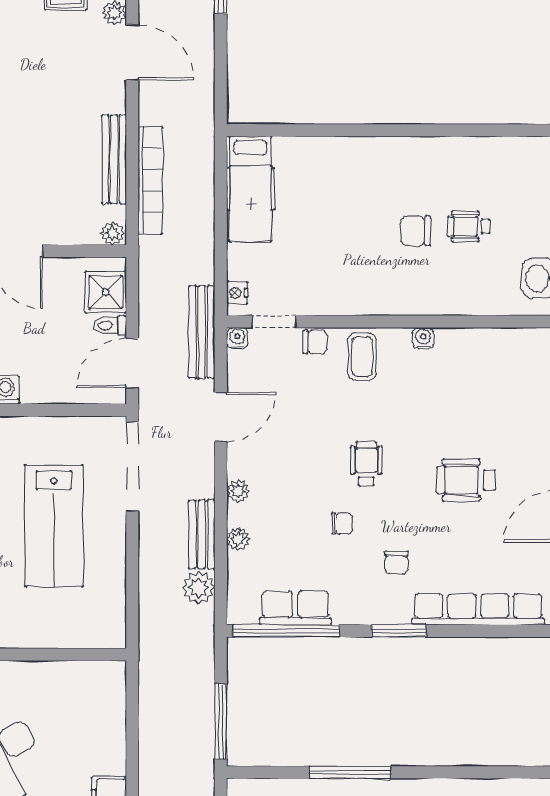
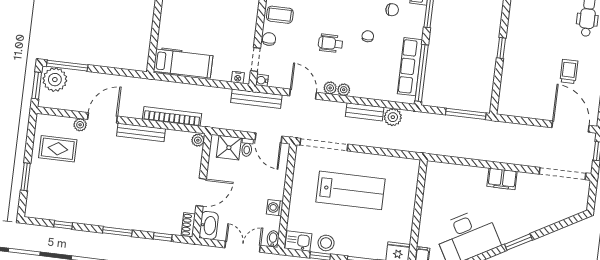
bench: (114, 159) -> (141, 132), moved
wheelchair: (366, 464) -> (330, 43), moved
plant: (238, 539) -> (330, 88), moved
row of seats: (295, 608) -> (410, 67), width x1.48
window: (350, 772) -> (501, 48), width x0.46

